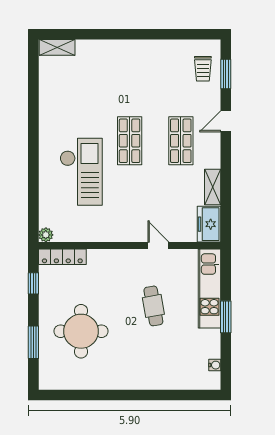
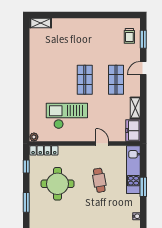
checkout: (81, 172) -> (67, 116), moved, turned -90
round table: (81, 331) -> (58, 184), moved

